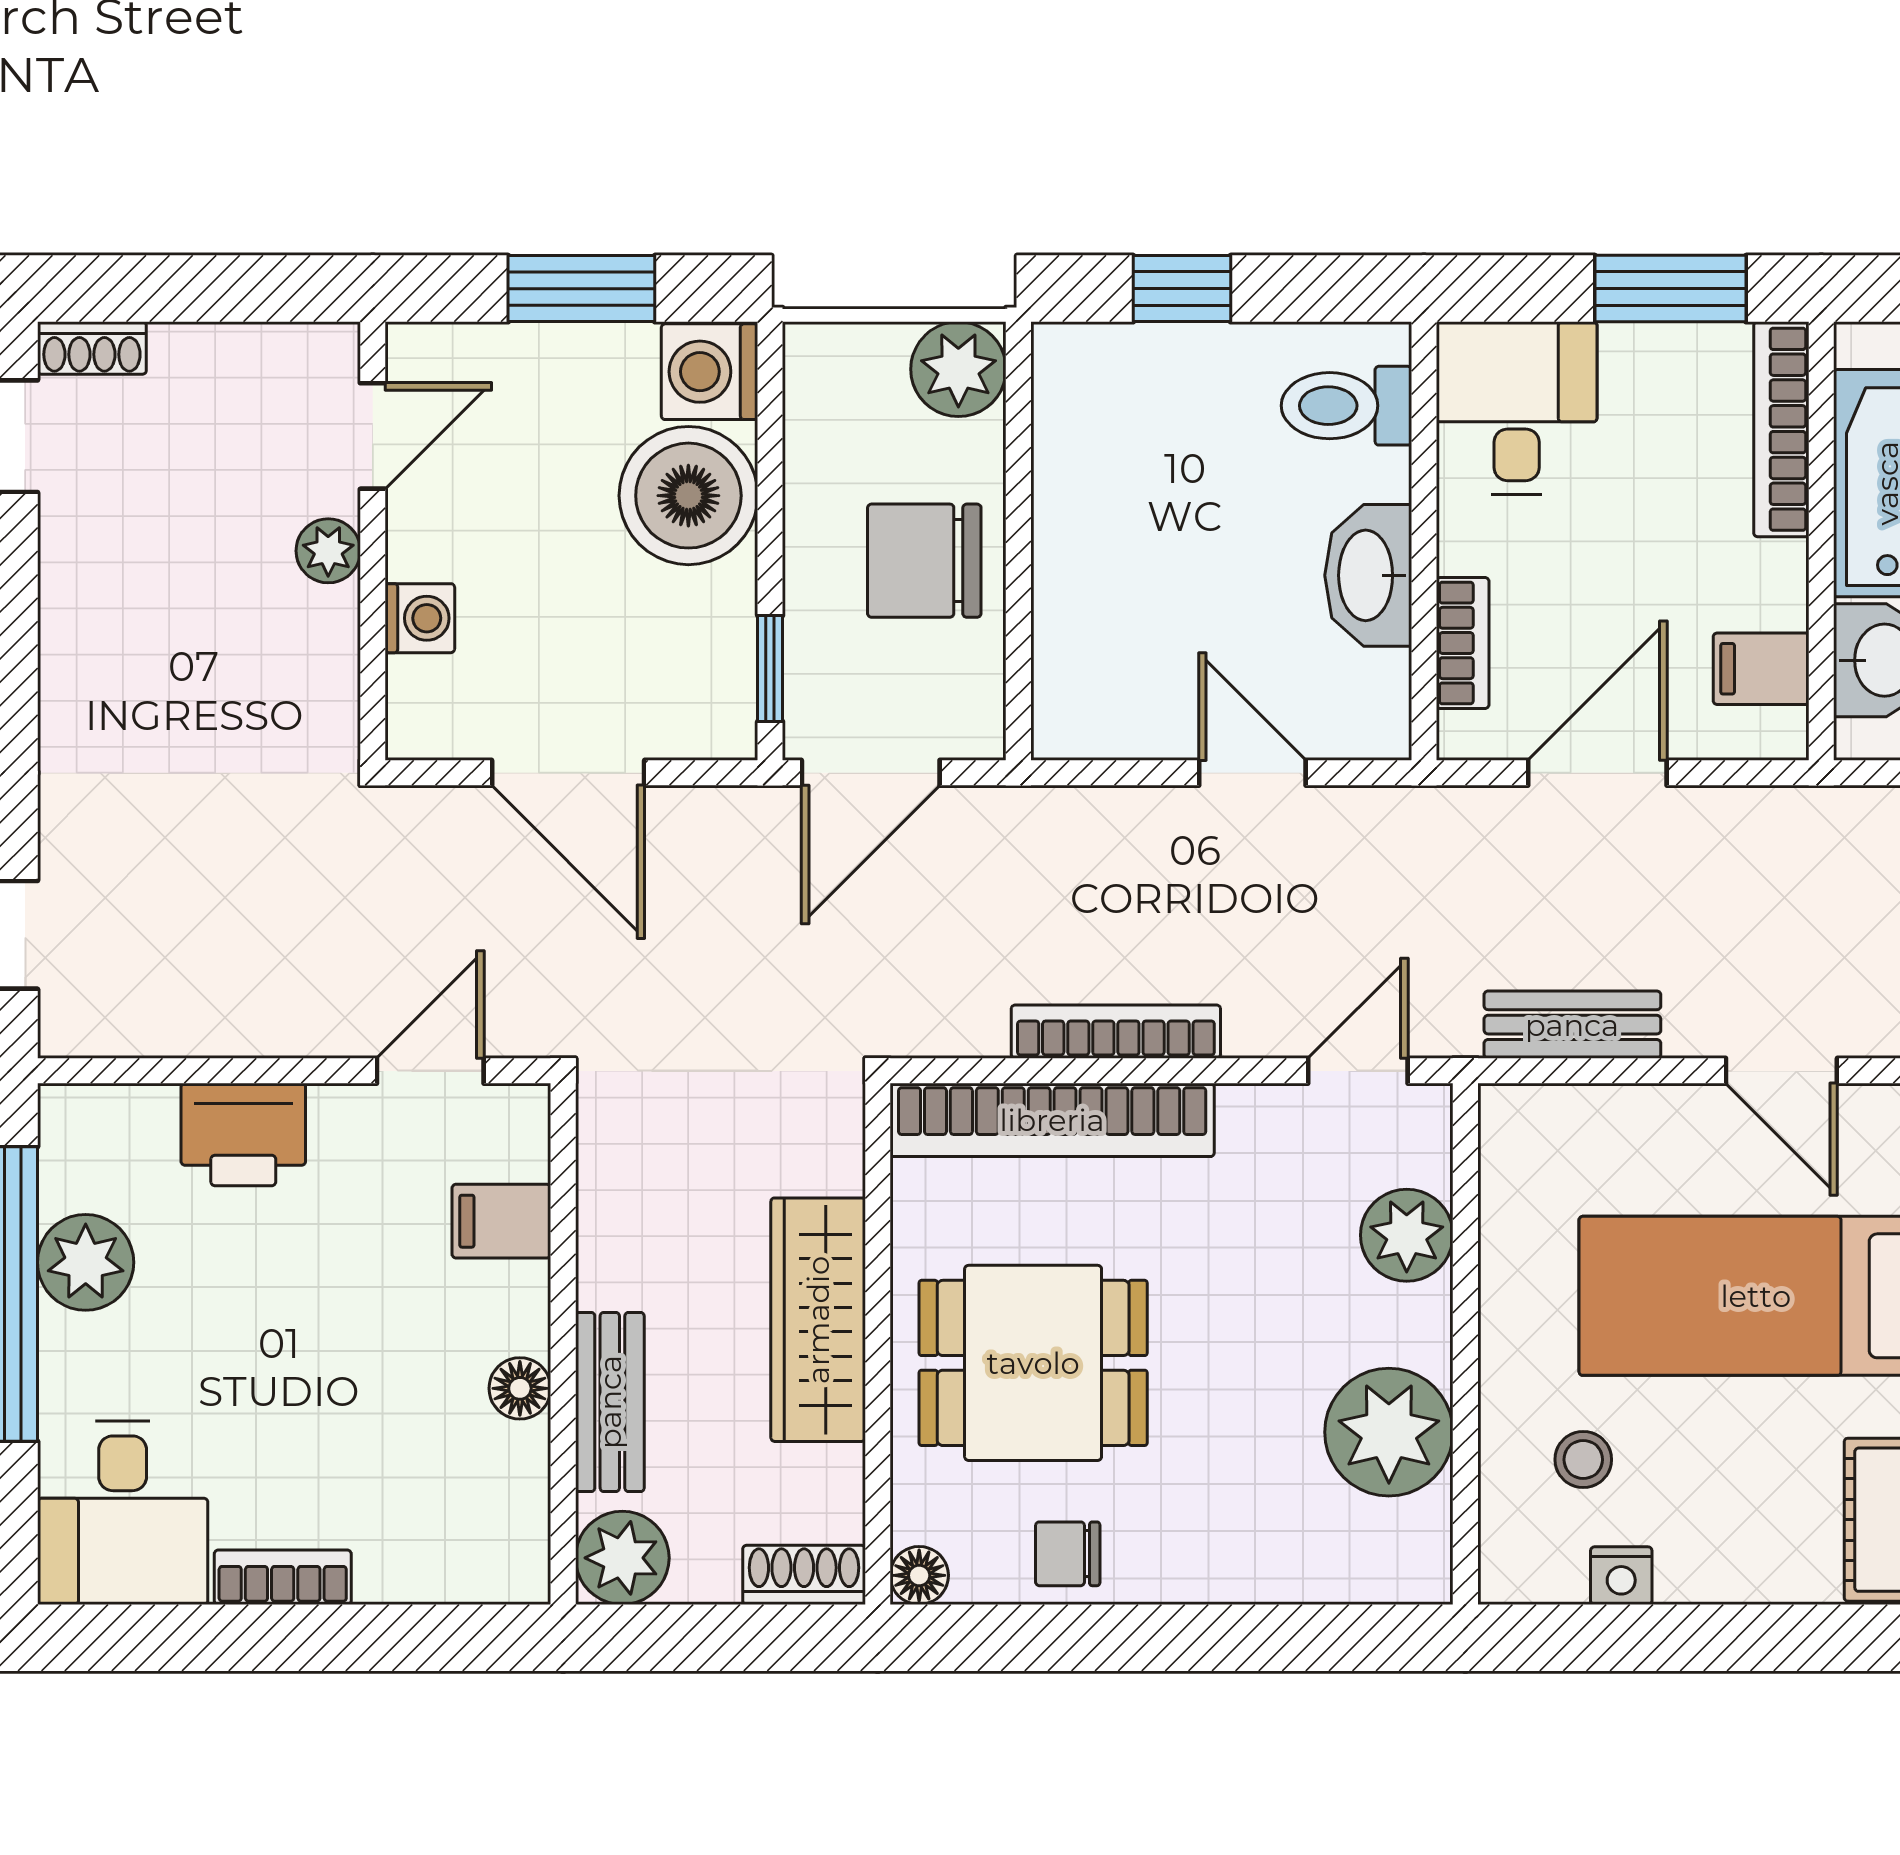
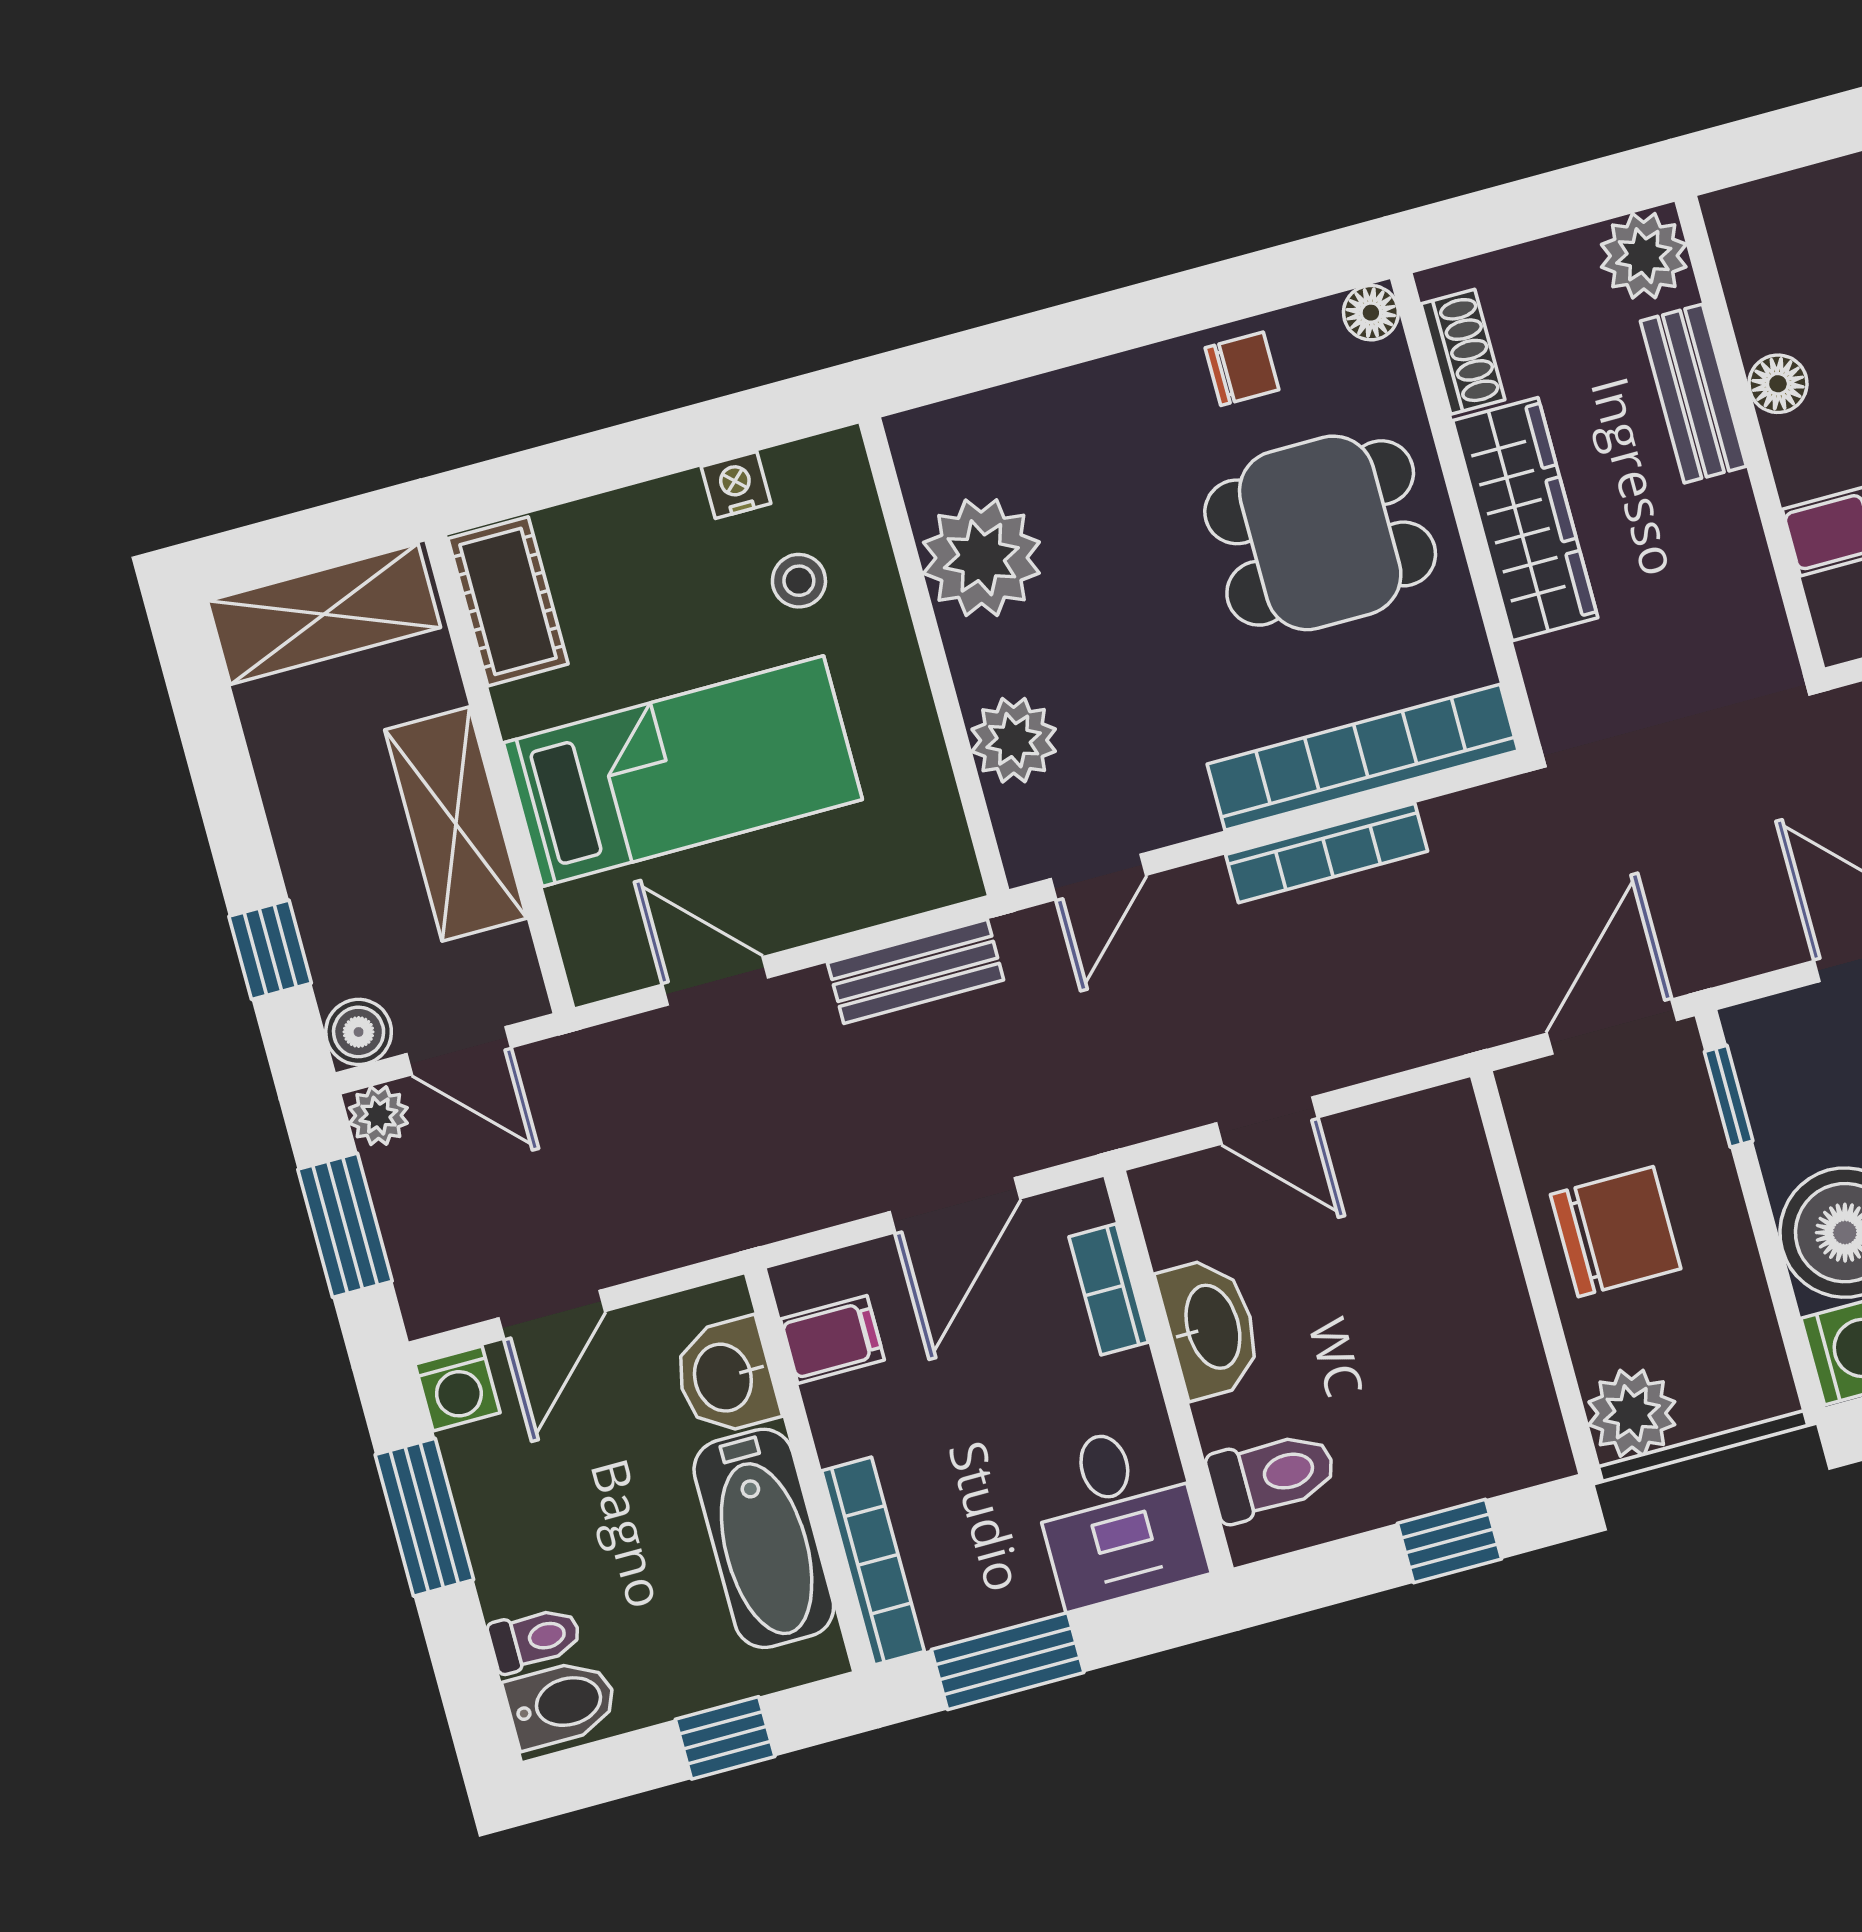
shoe rack: (804, 1575) -> (1463, 352), moved, turned -90

